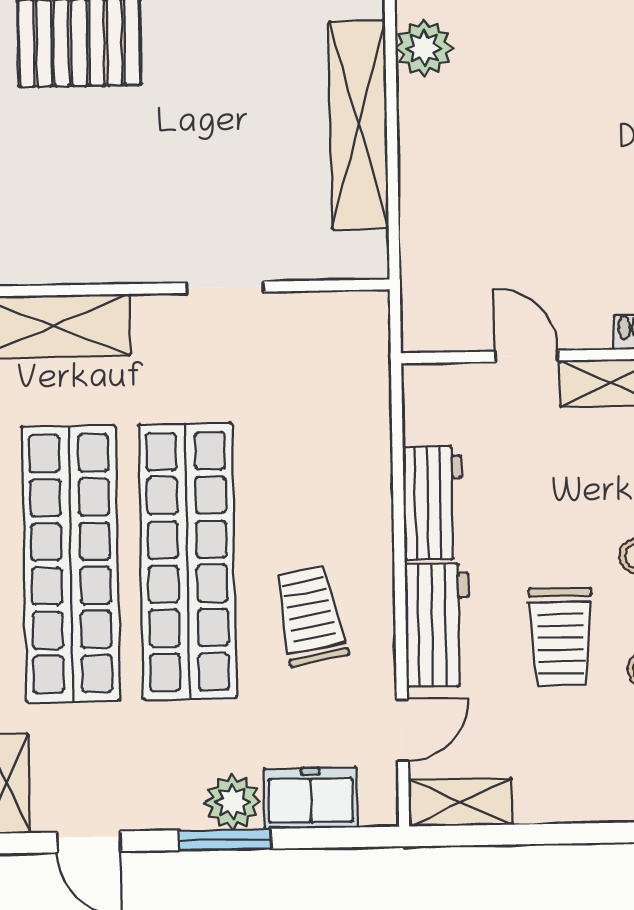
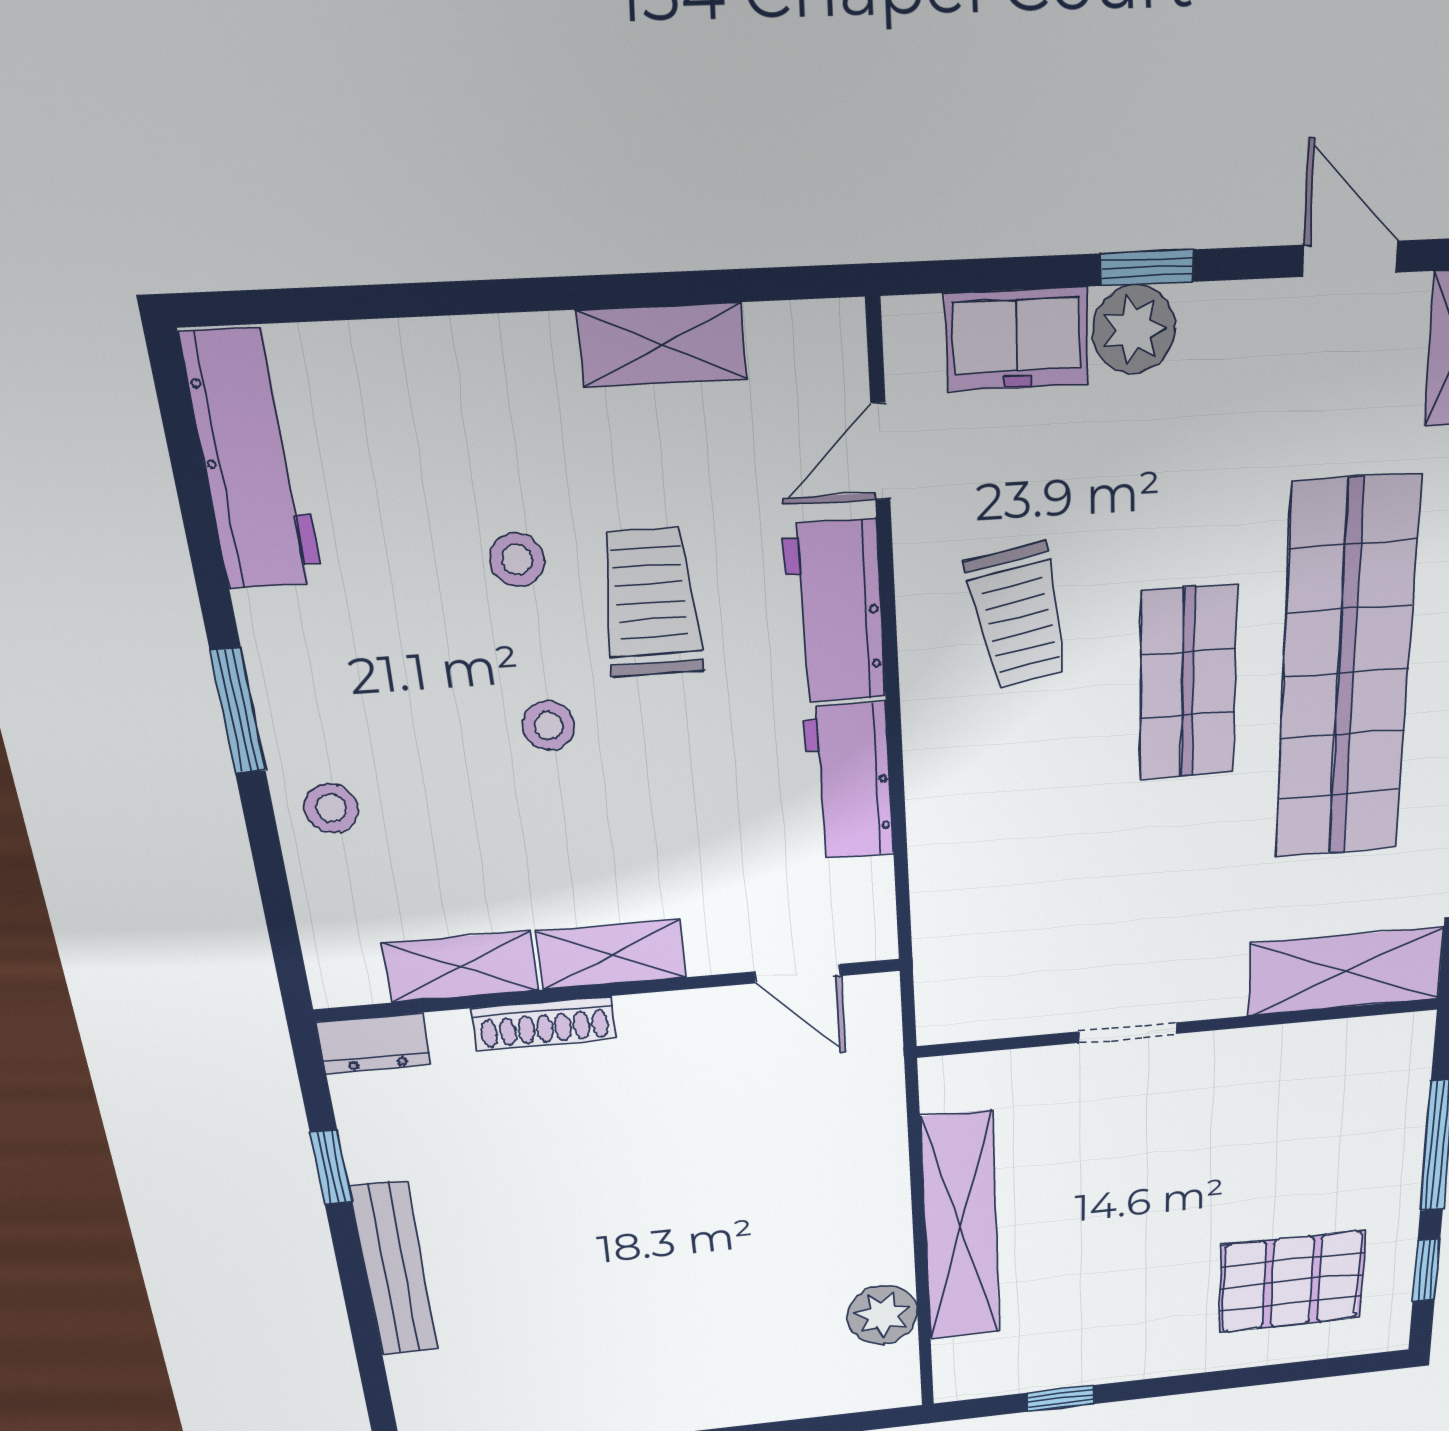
door: (527, 356) -> (798, 974), moved
shop shelf: (188, 562) -> (1188, 684), width x0.50, depth x0.74
shelving: (460, 802) -> (662, 345), moved
window: (225, 840) -> (1147, 268), width x0.67

